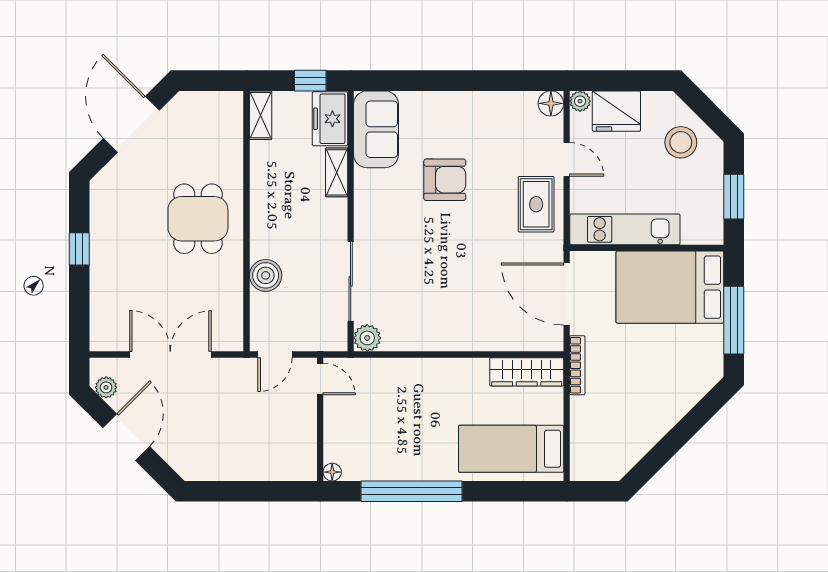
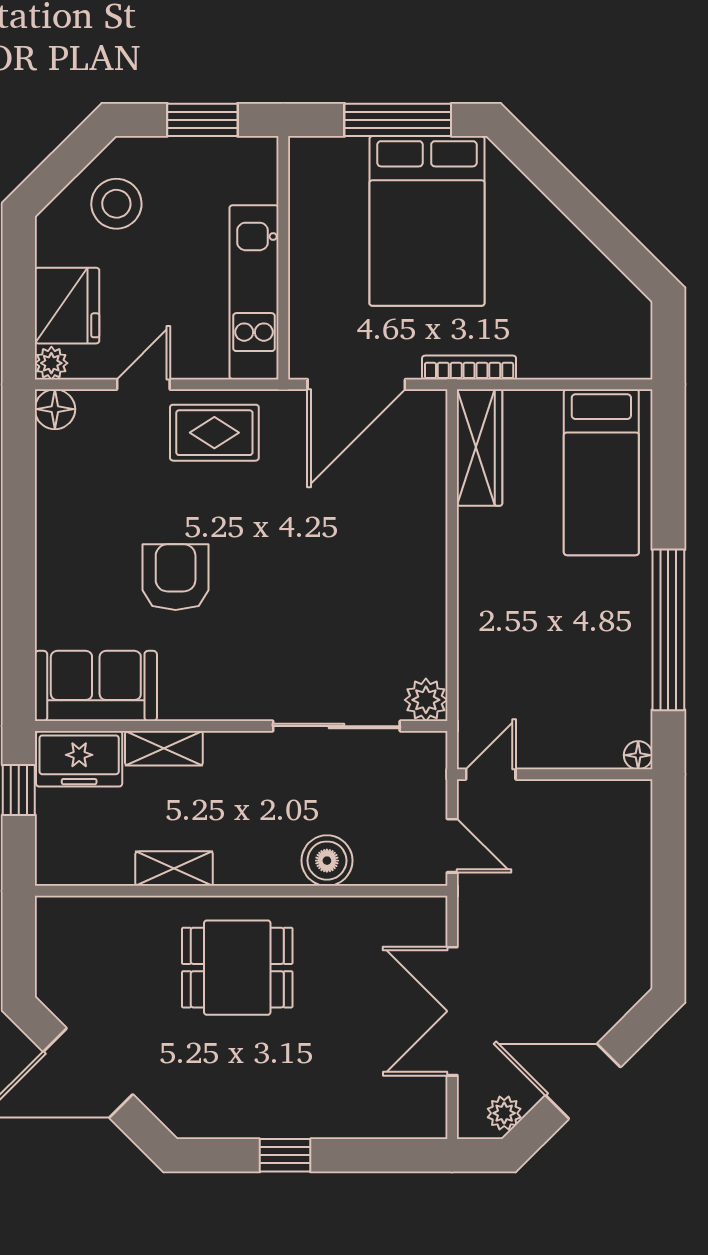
shelving: (261, 115) -> (174, 869), moved
bed: (670, 287) -> (427, 221), moved

